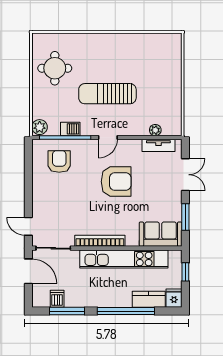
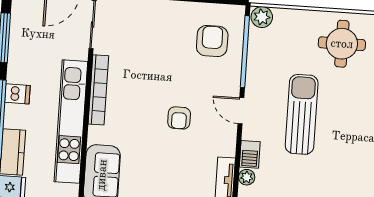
barbecue: (70, 129) -> (250, 154), moved
armchair: (59, 162) -> (212, 41), turned -90
armchair: (116, 182) -> (179, 118), width x0.53, depth x0.53
dishwasher: (57, 299) -> (17, 94), moved

